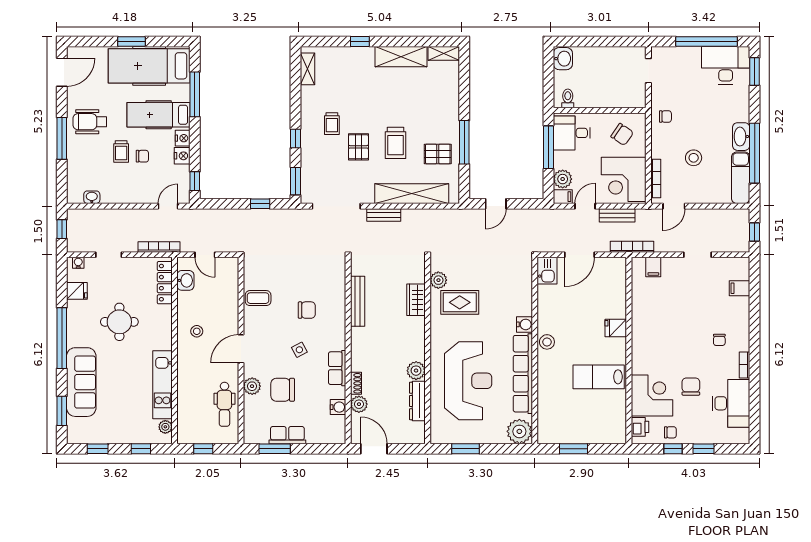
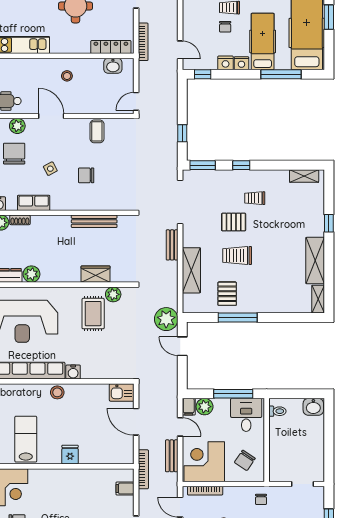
shelving: (412, 194) -> (191, 270), width x0.68
plant: (466, 221) -> (166, 319), added
door: (205, 255) -> (136, 101), moved
chair: (307, 310) -> (86, 175), turned 90

